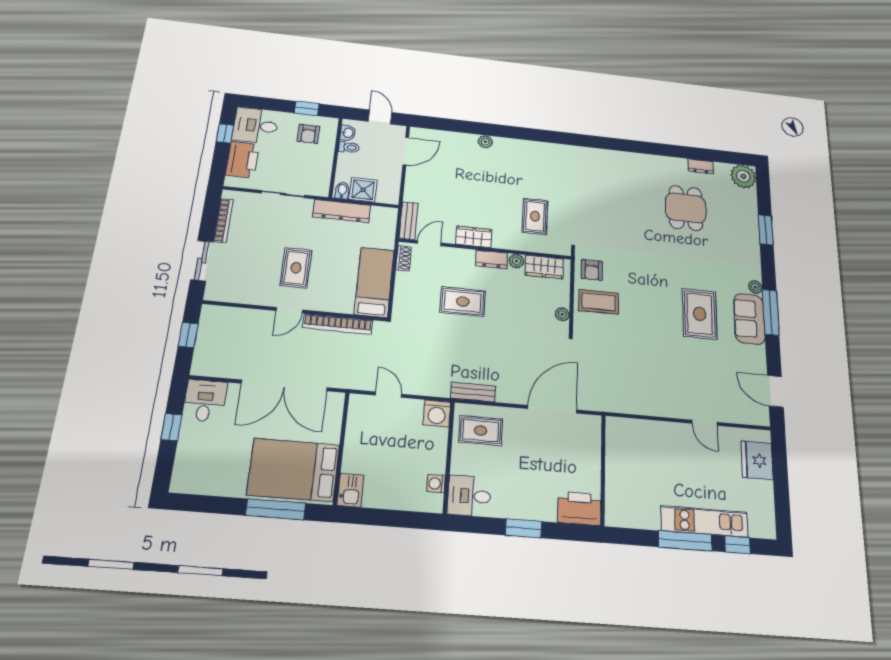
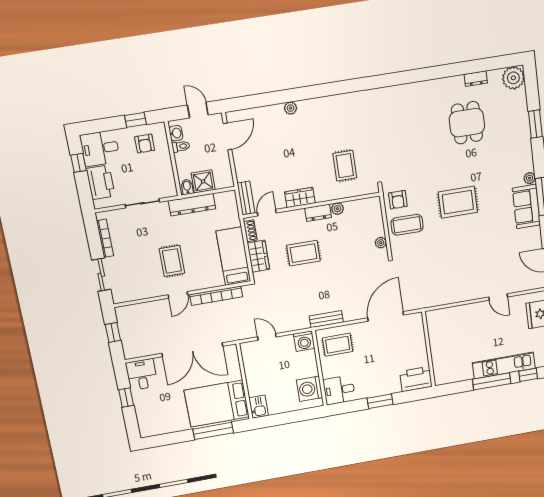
wardrobe: (544, 267) -> (258, 256), moved, turned -90
rug: (700, 314) -> (458, 202), moved, turned 90
washing machine: (436, 484) -> (309, 389), width x1.89, depth x1.89

